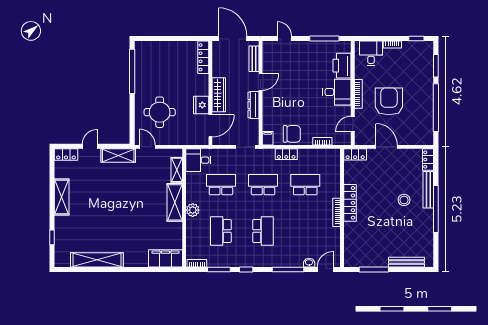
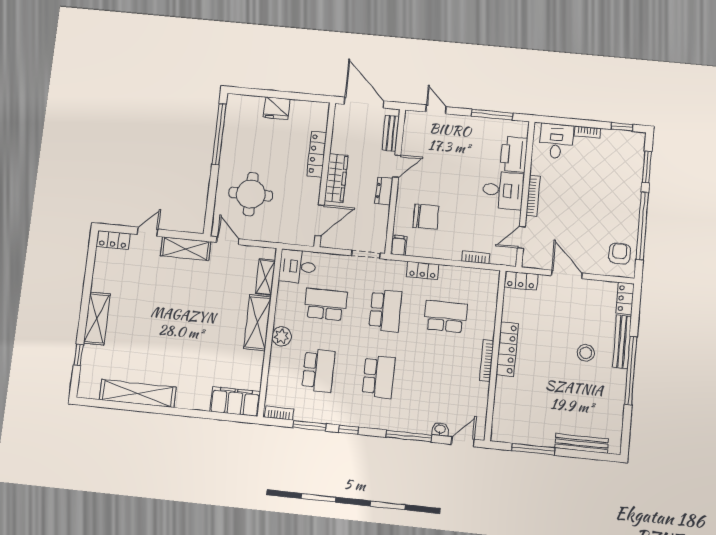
locker: (203, 57) -> (317, 154), moved
armchair: (389, 101) -> (620, 254), moved, width x0.53, depth x0.53
fridge: (201, 105) -> (277, 108), moved, turned -90
dresser: (254, 105) -> (384, 191), width x0.70
chair: (292, 134) -> (426, 217), moved
school desk: (263, 185) -> (385, 310), turned 90
shelving: (62, 197) -> (97, 318), moved
school desk: (221, 231) -> (318, 370), turned 180

